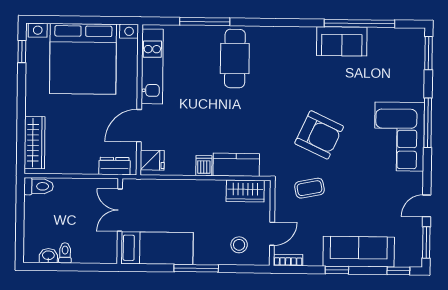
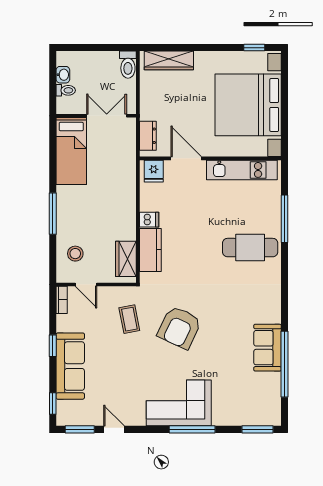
double door: (120, 210) -> (107, 116), moved
wall: (120, 221) -> (96, 116), moved
bed: (157, 248) -> (71, 151), moved

